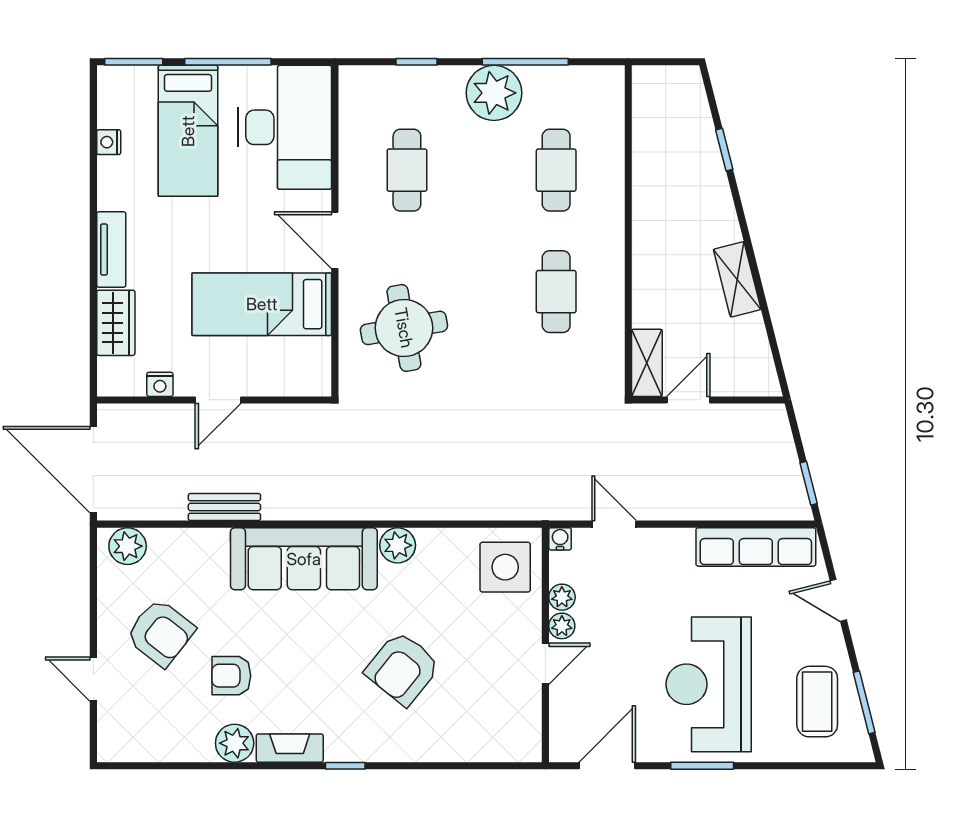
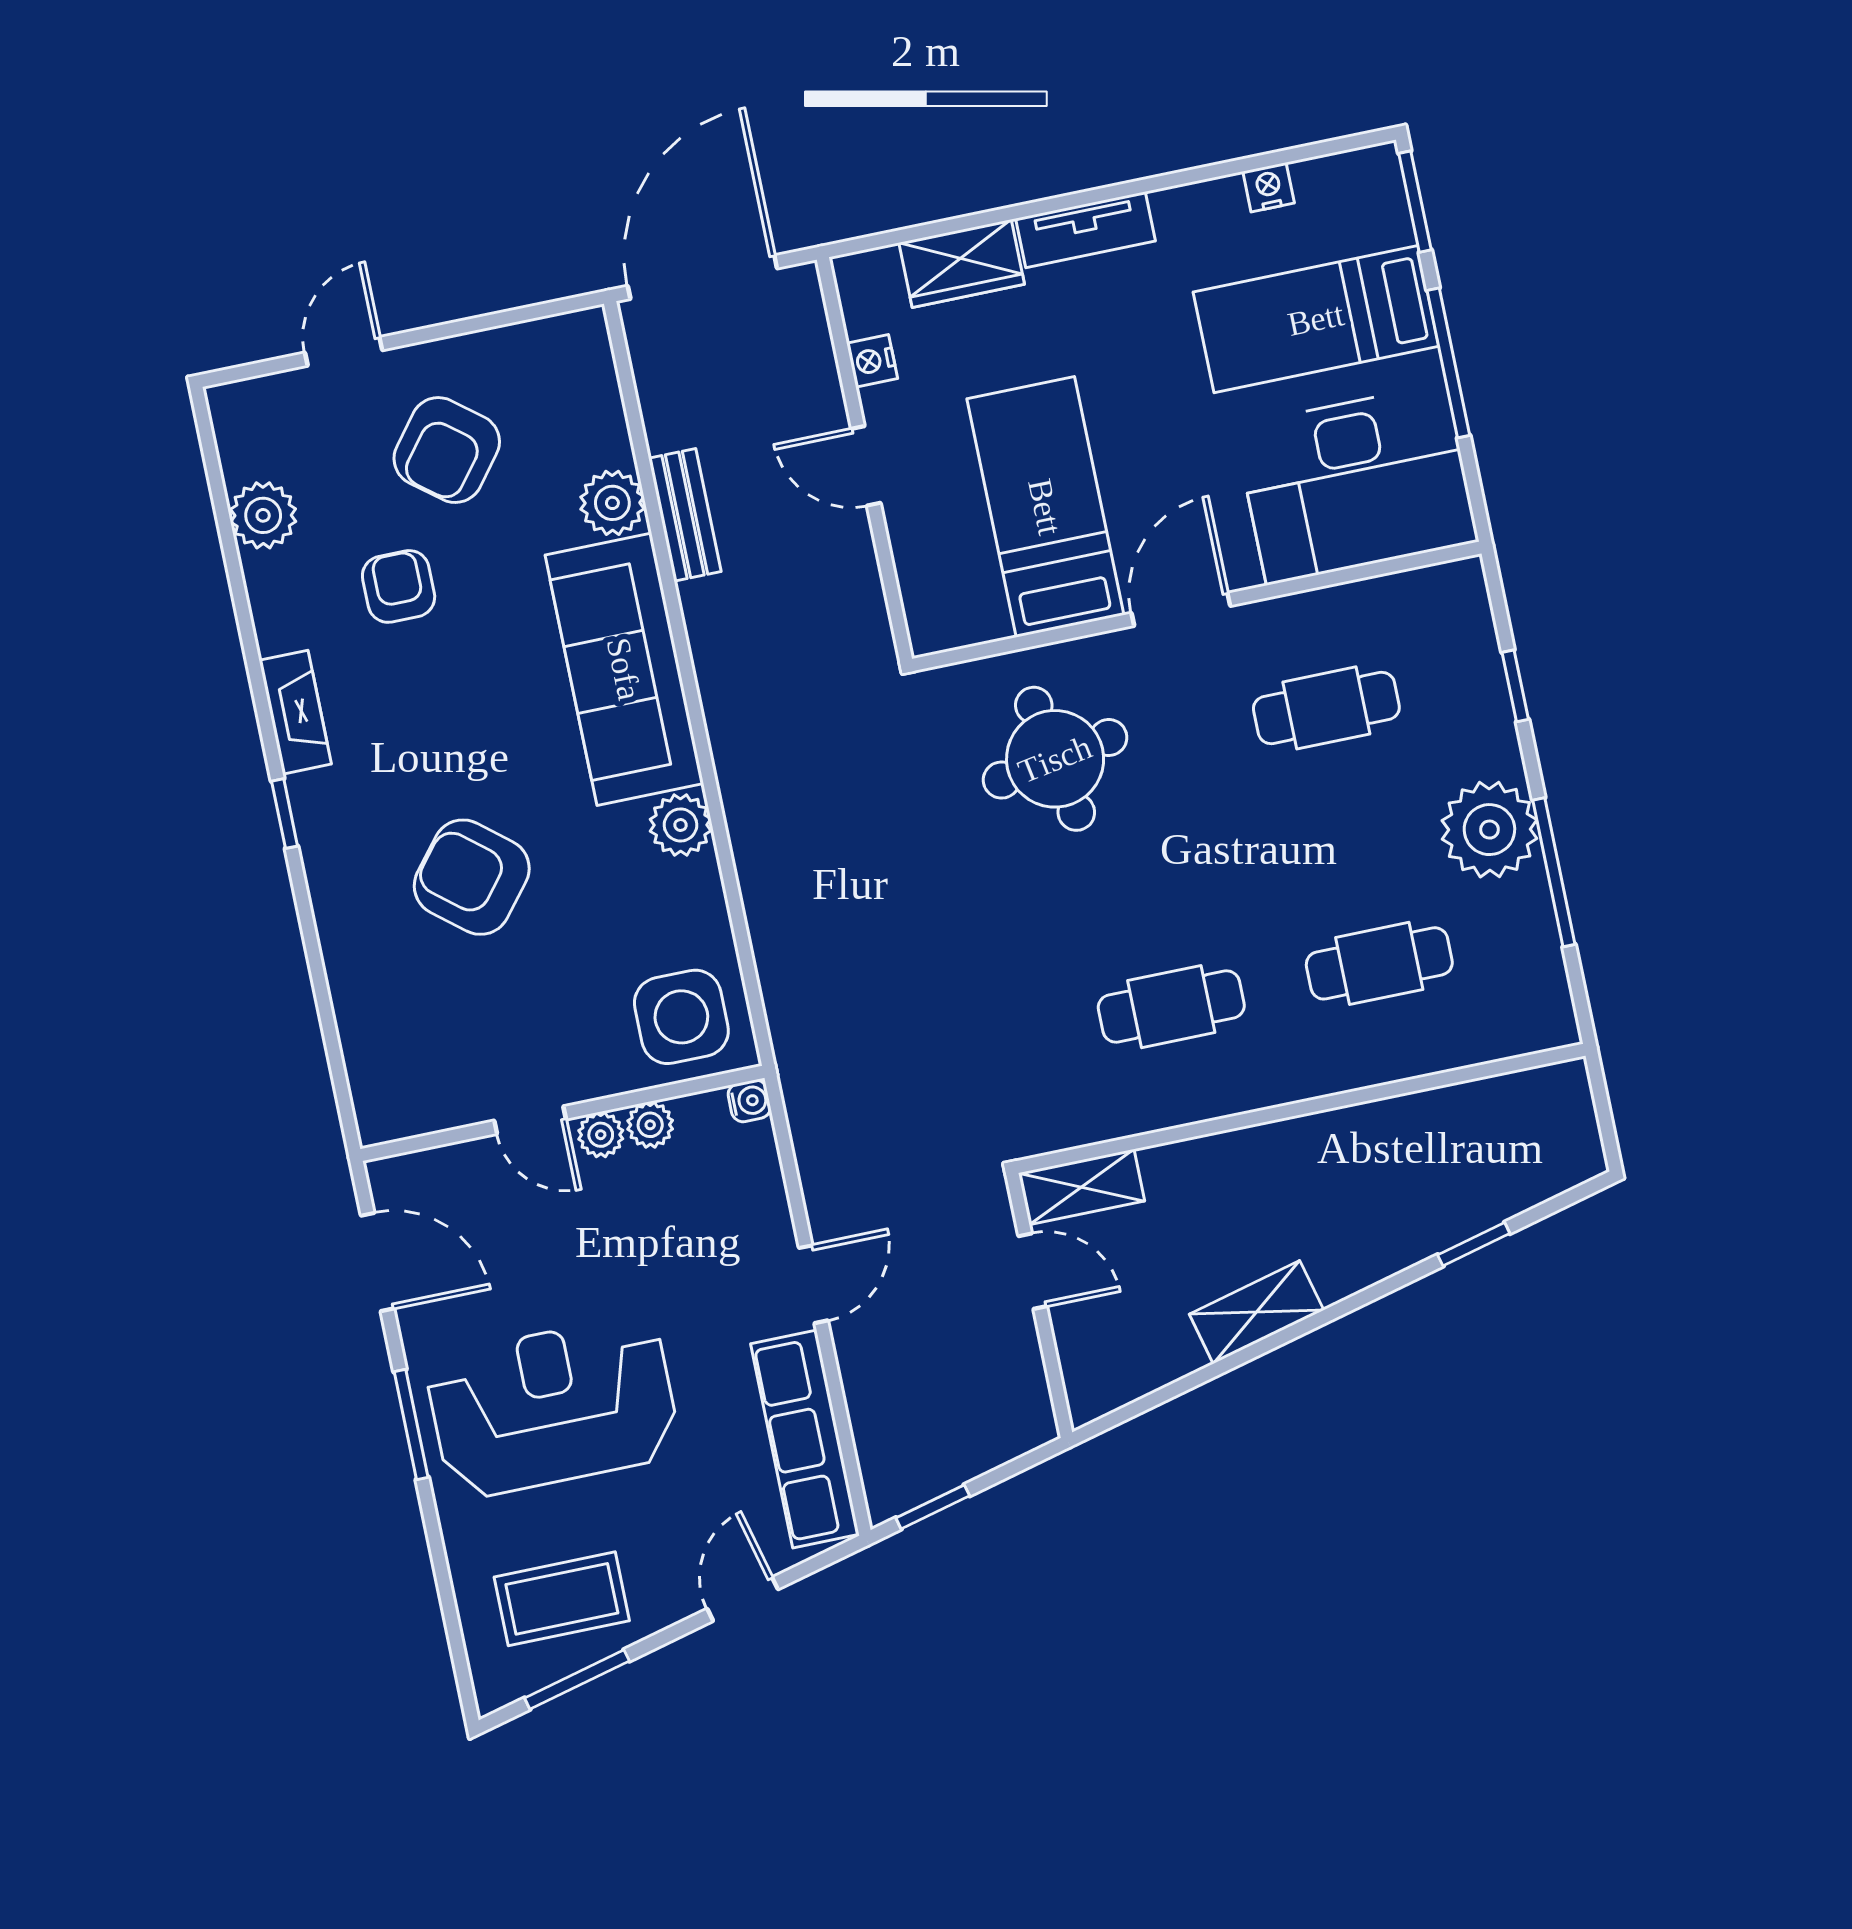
door: (614, 524) -> (813, 1284), moved
plant: (128, 546) -> (612, 503), moved
plant: (235, 743) -> (263, 515), moved

